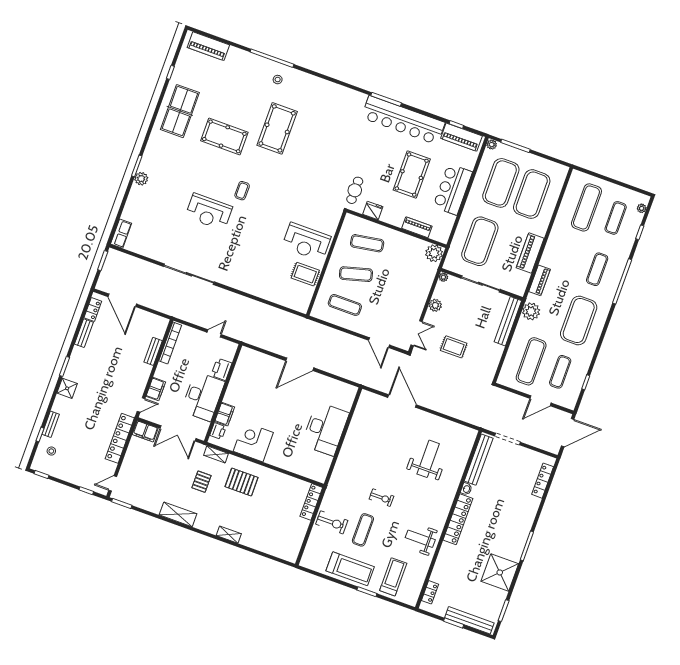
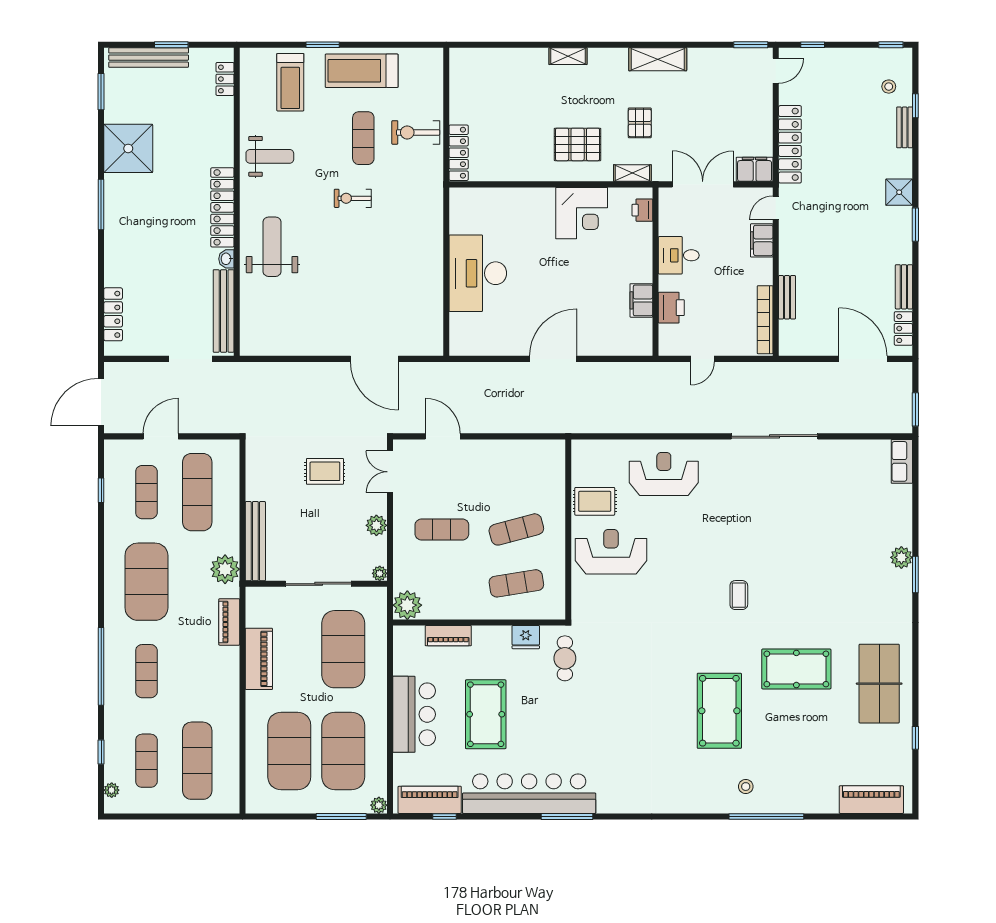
reception desk: (209, 212) -> (664, 474), moved
exercise mat: (345, 305) -> (442, 529), moved
desk: (203, 396) -> (679, 255), width x0.53, depth x0.77
filing cabinet: (225, 414) -> (641, 300), moved
weight bench: (428, 459) -> (272, 247), moved, turned 180

